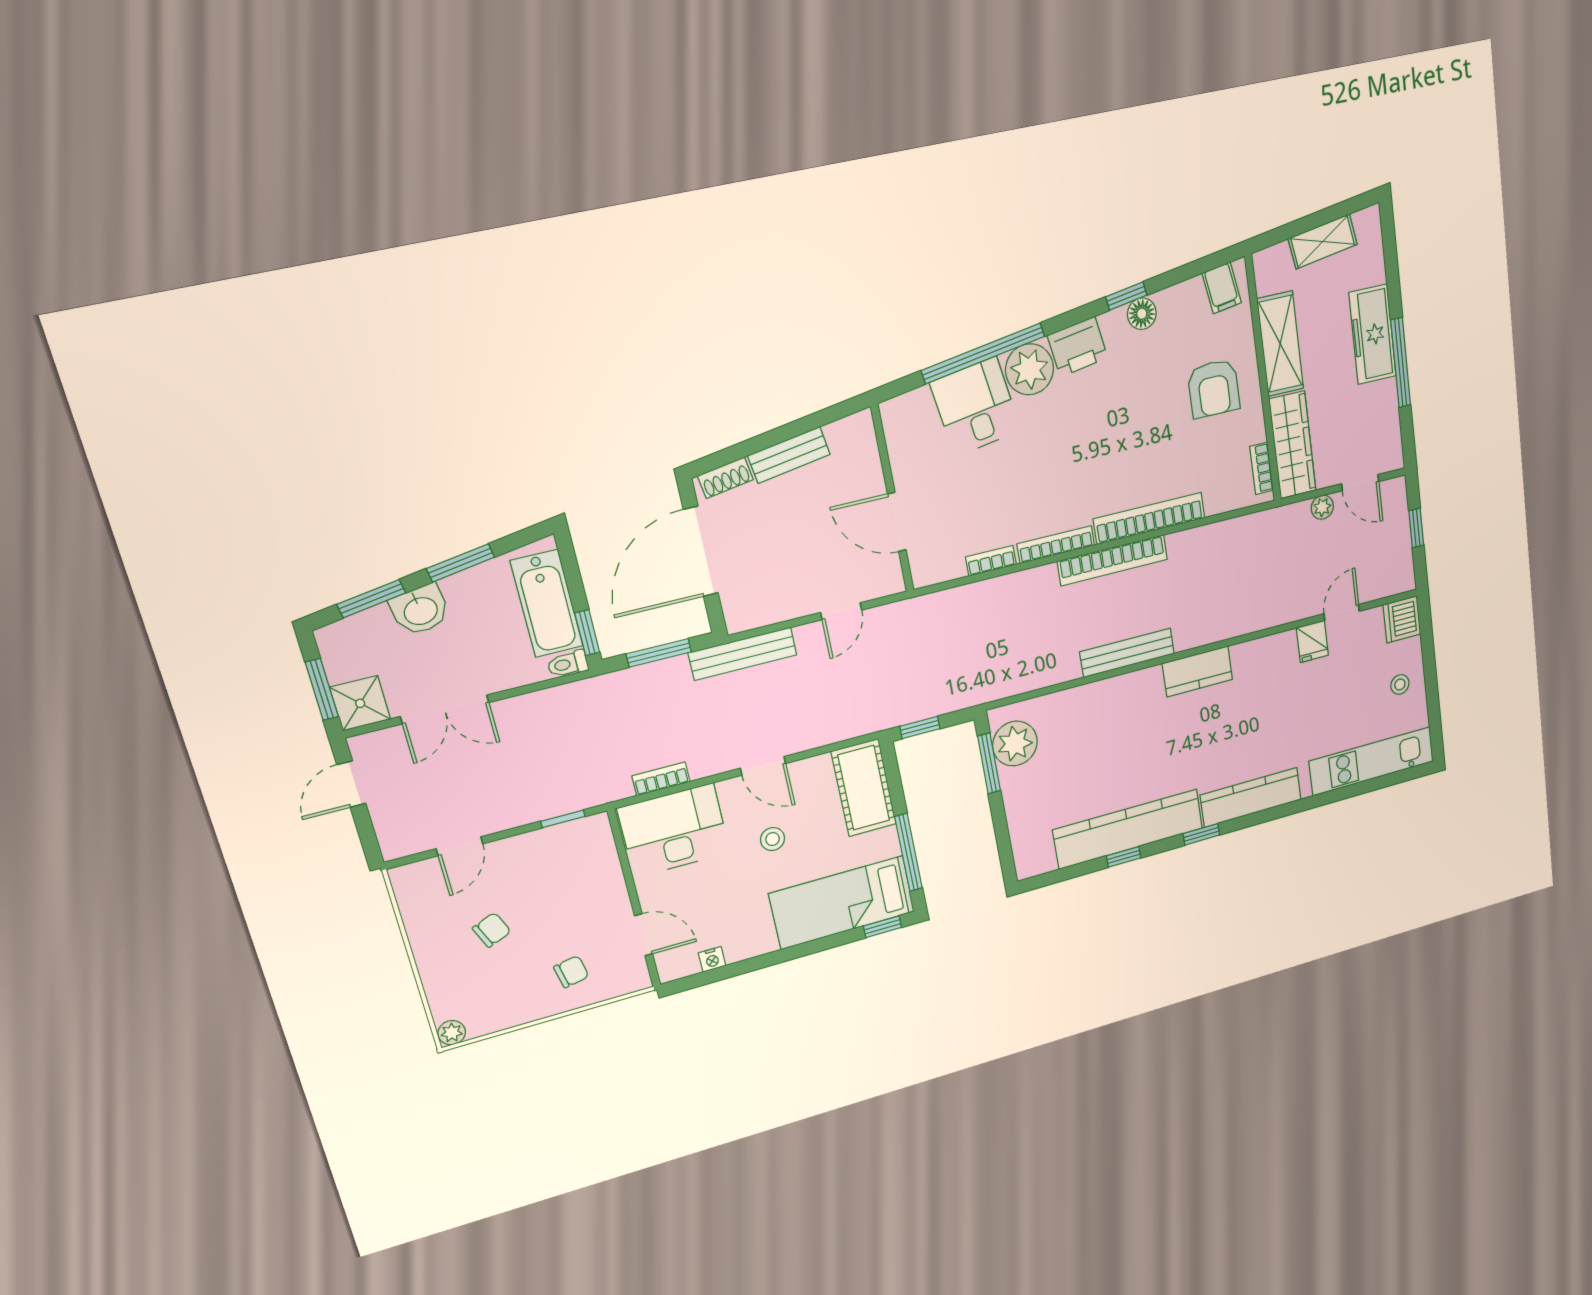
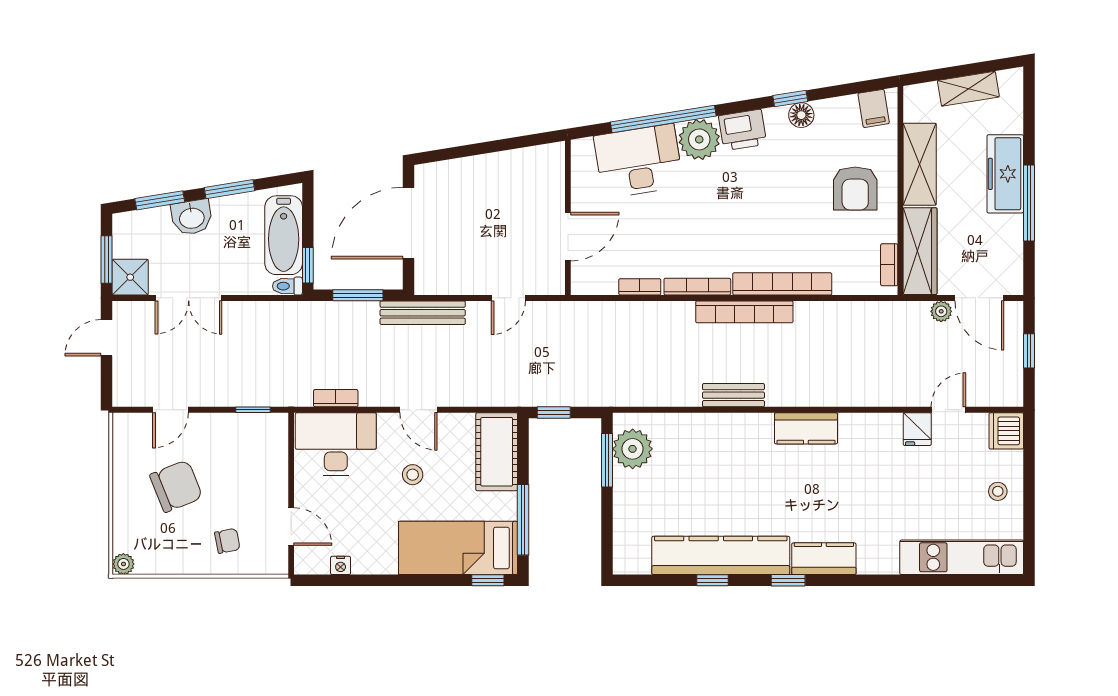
desk: (976, 407) -> (639, 161), width x1.37
bench: (789, 455) -> (493, 164), removed
shoe rack: (725, 478) -> (440, 171), removed
door: (1360, 483) -> (979, 298), width x1.38
door: (897, 522) -> (568, 237), swing flipped
bench: (1127, 653) -> (733, 395), width x0.73
kitchen counter: (1251, 797) -> (824, 559), width x0.67
chair: (492, 930) -> (176, 486), width x1.87, depth x1.87

